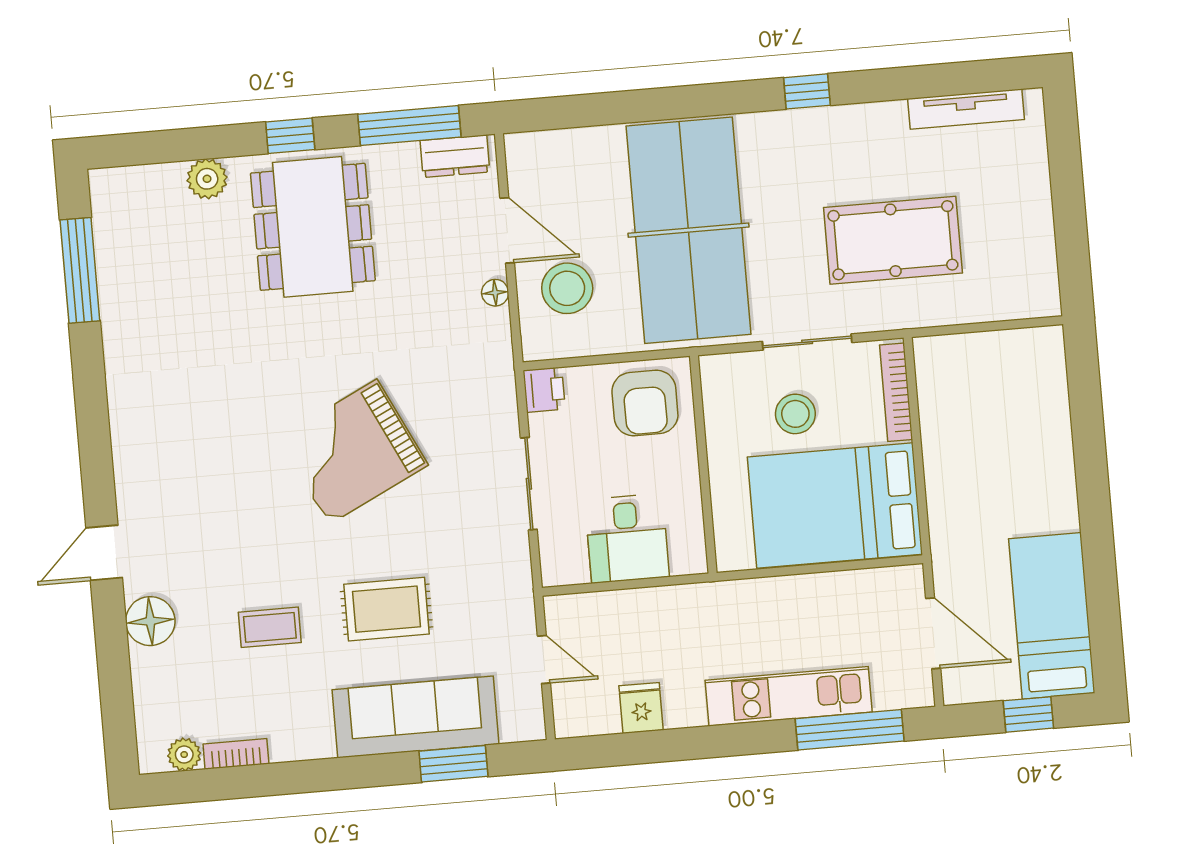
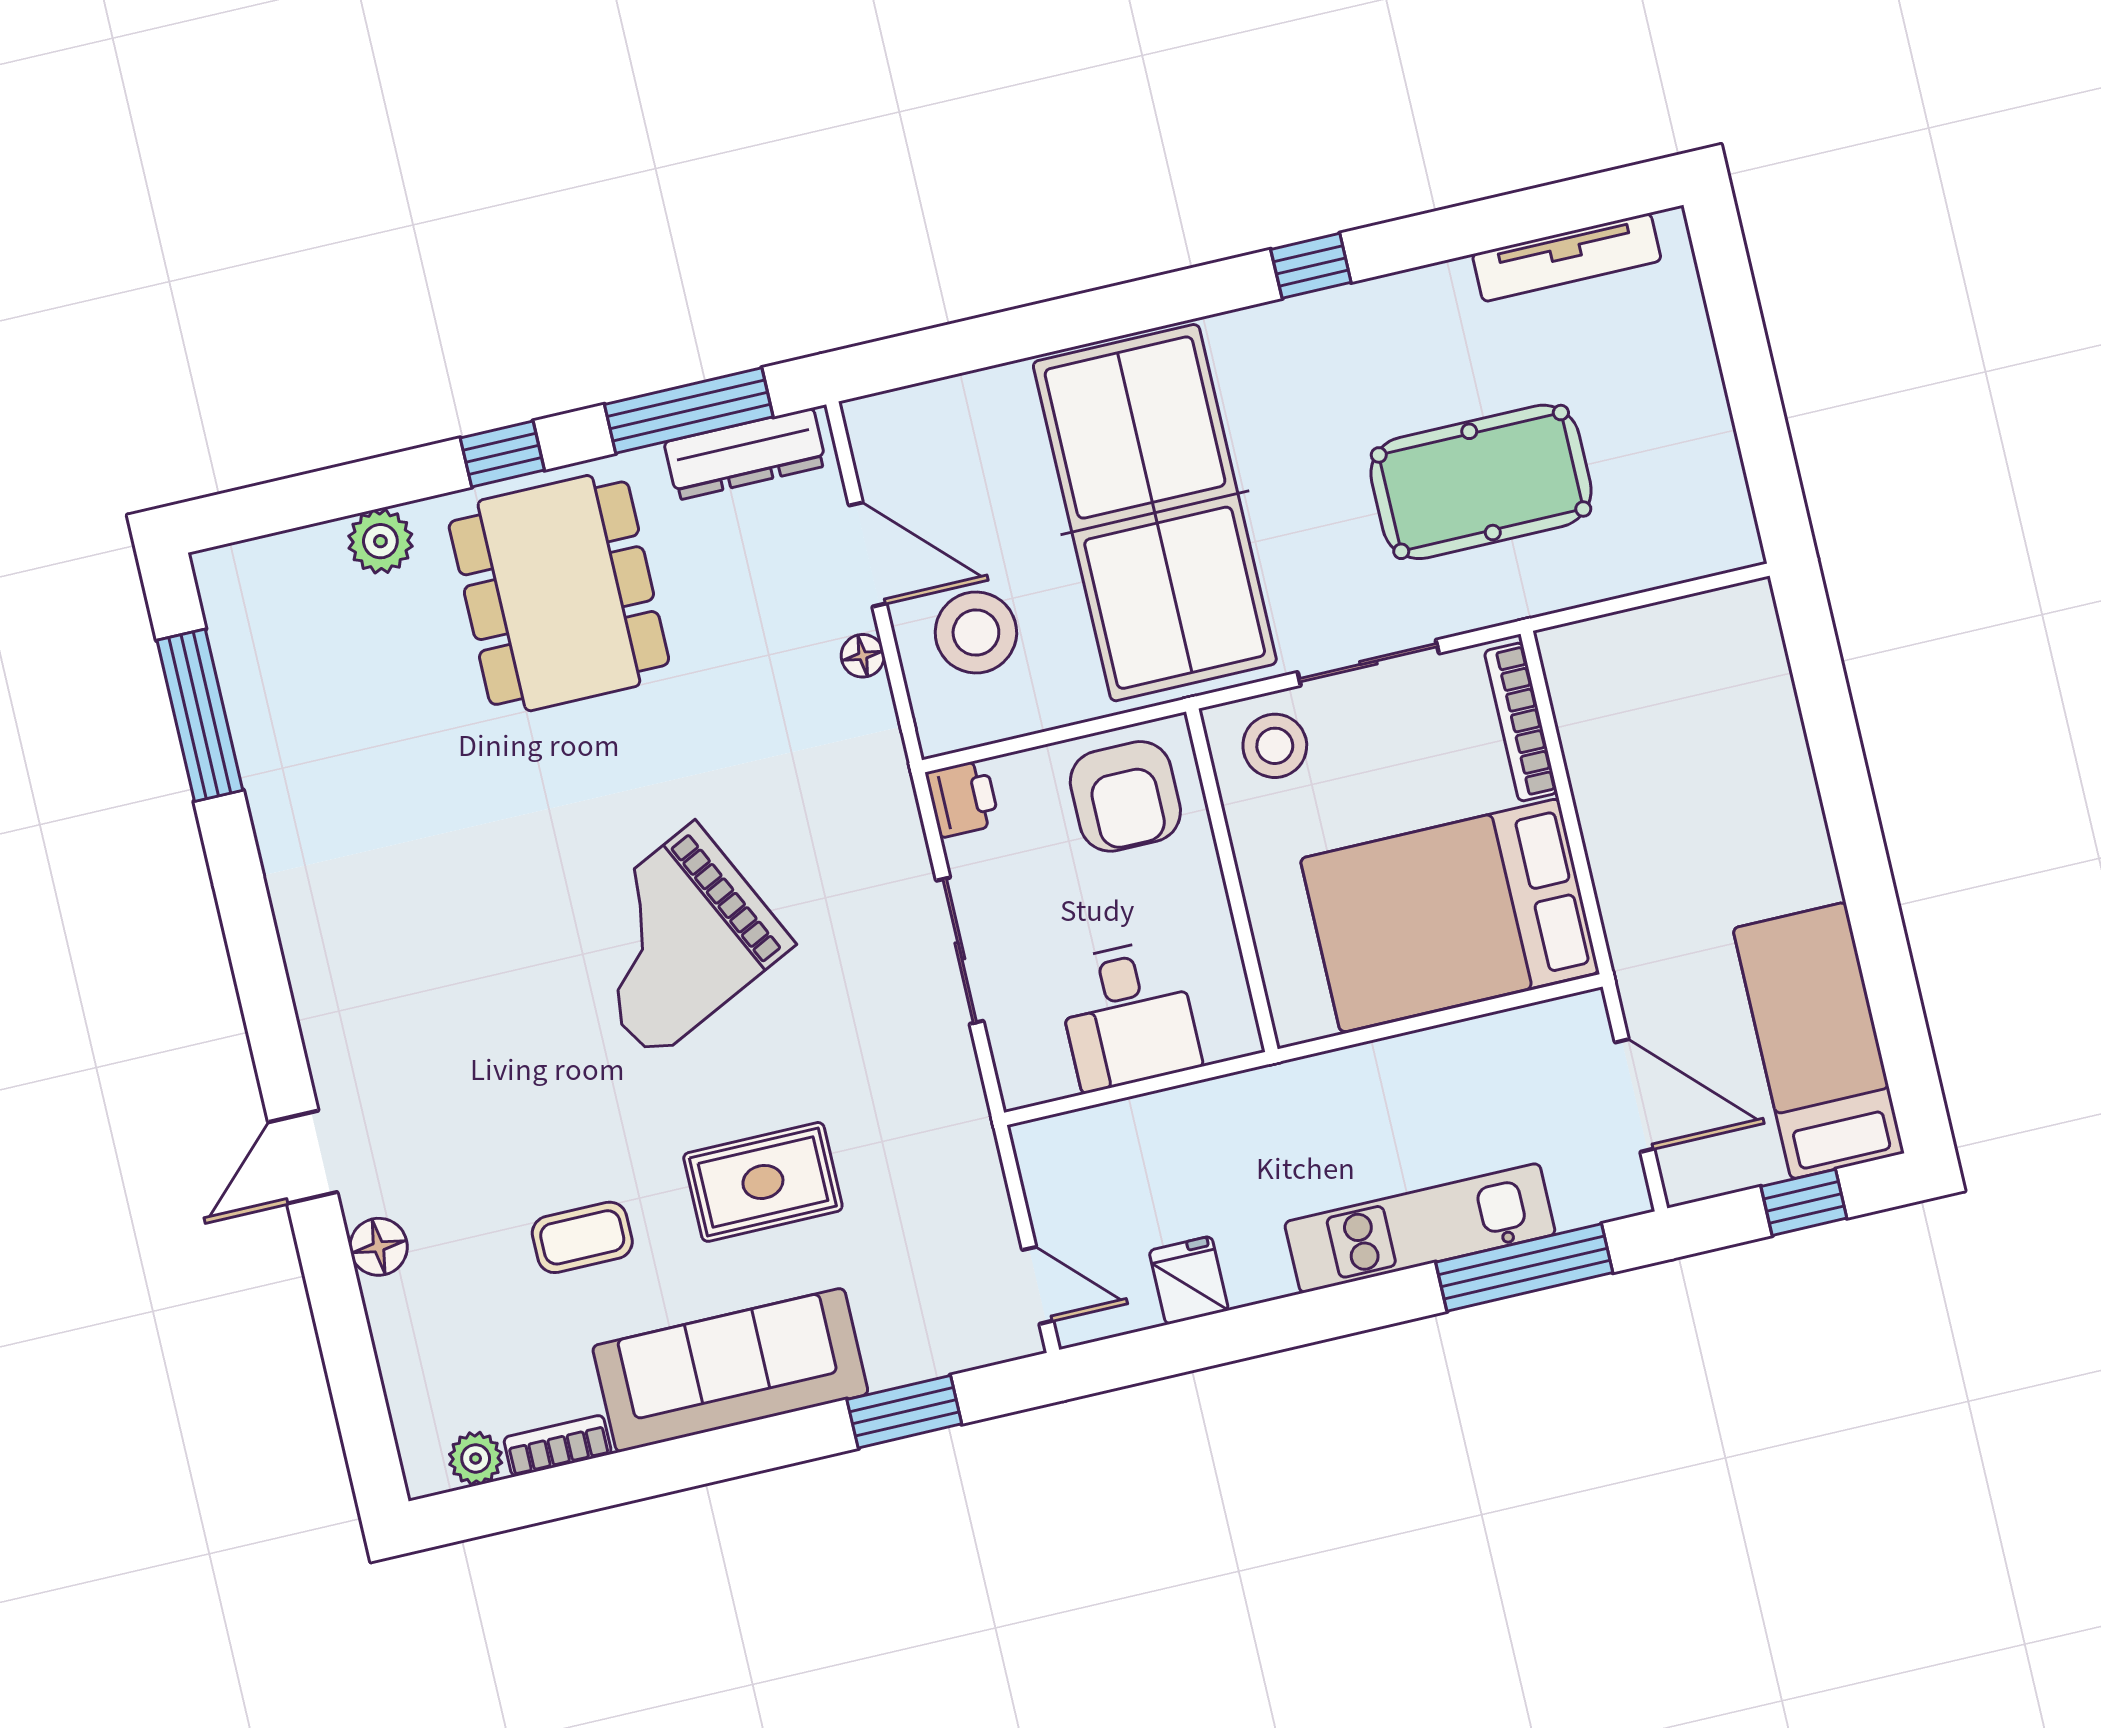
dresser: (455, 156) -> (745, 454), width x1.44
stool: (795, 414) -> (1275, 746), moved
floor lamp: (150, 621) -> (379, 1247), width x0.73, depth x0.73
door: (544, 660) -> (1038, 1285), moved
sofa: (416, 717) -> (730, 1370), moved

